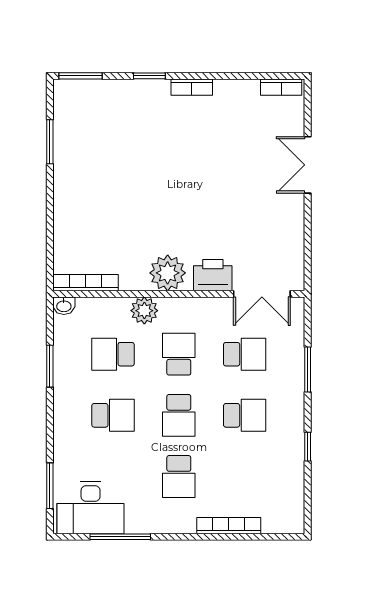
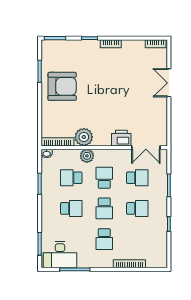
armchair: (95, 172) -> (62, 86), added
plant: (168, 273) -> (84, 137), moved

